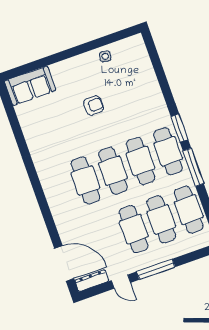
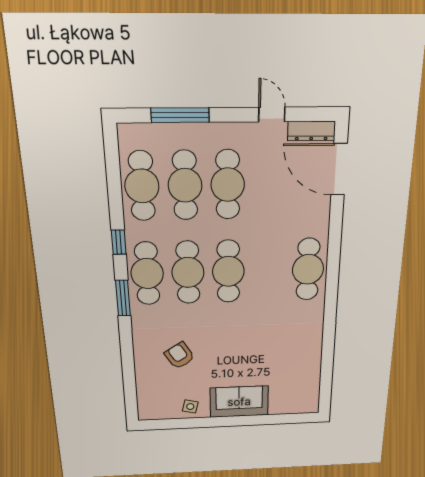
sofa: (30, 86) -> (239, 402), moved
armchair: (94, 105) -> (180, 356), moved, turned 58
window: (193, 167) -> (119, 242), width x0.46
cafe table: (85, 180) -> (308, 269), moved
window: (156, 269) -> (180, 115), moved

